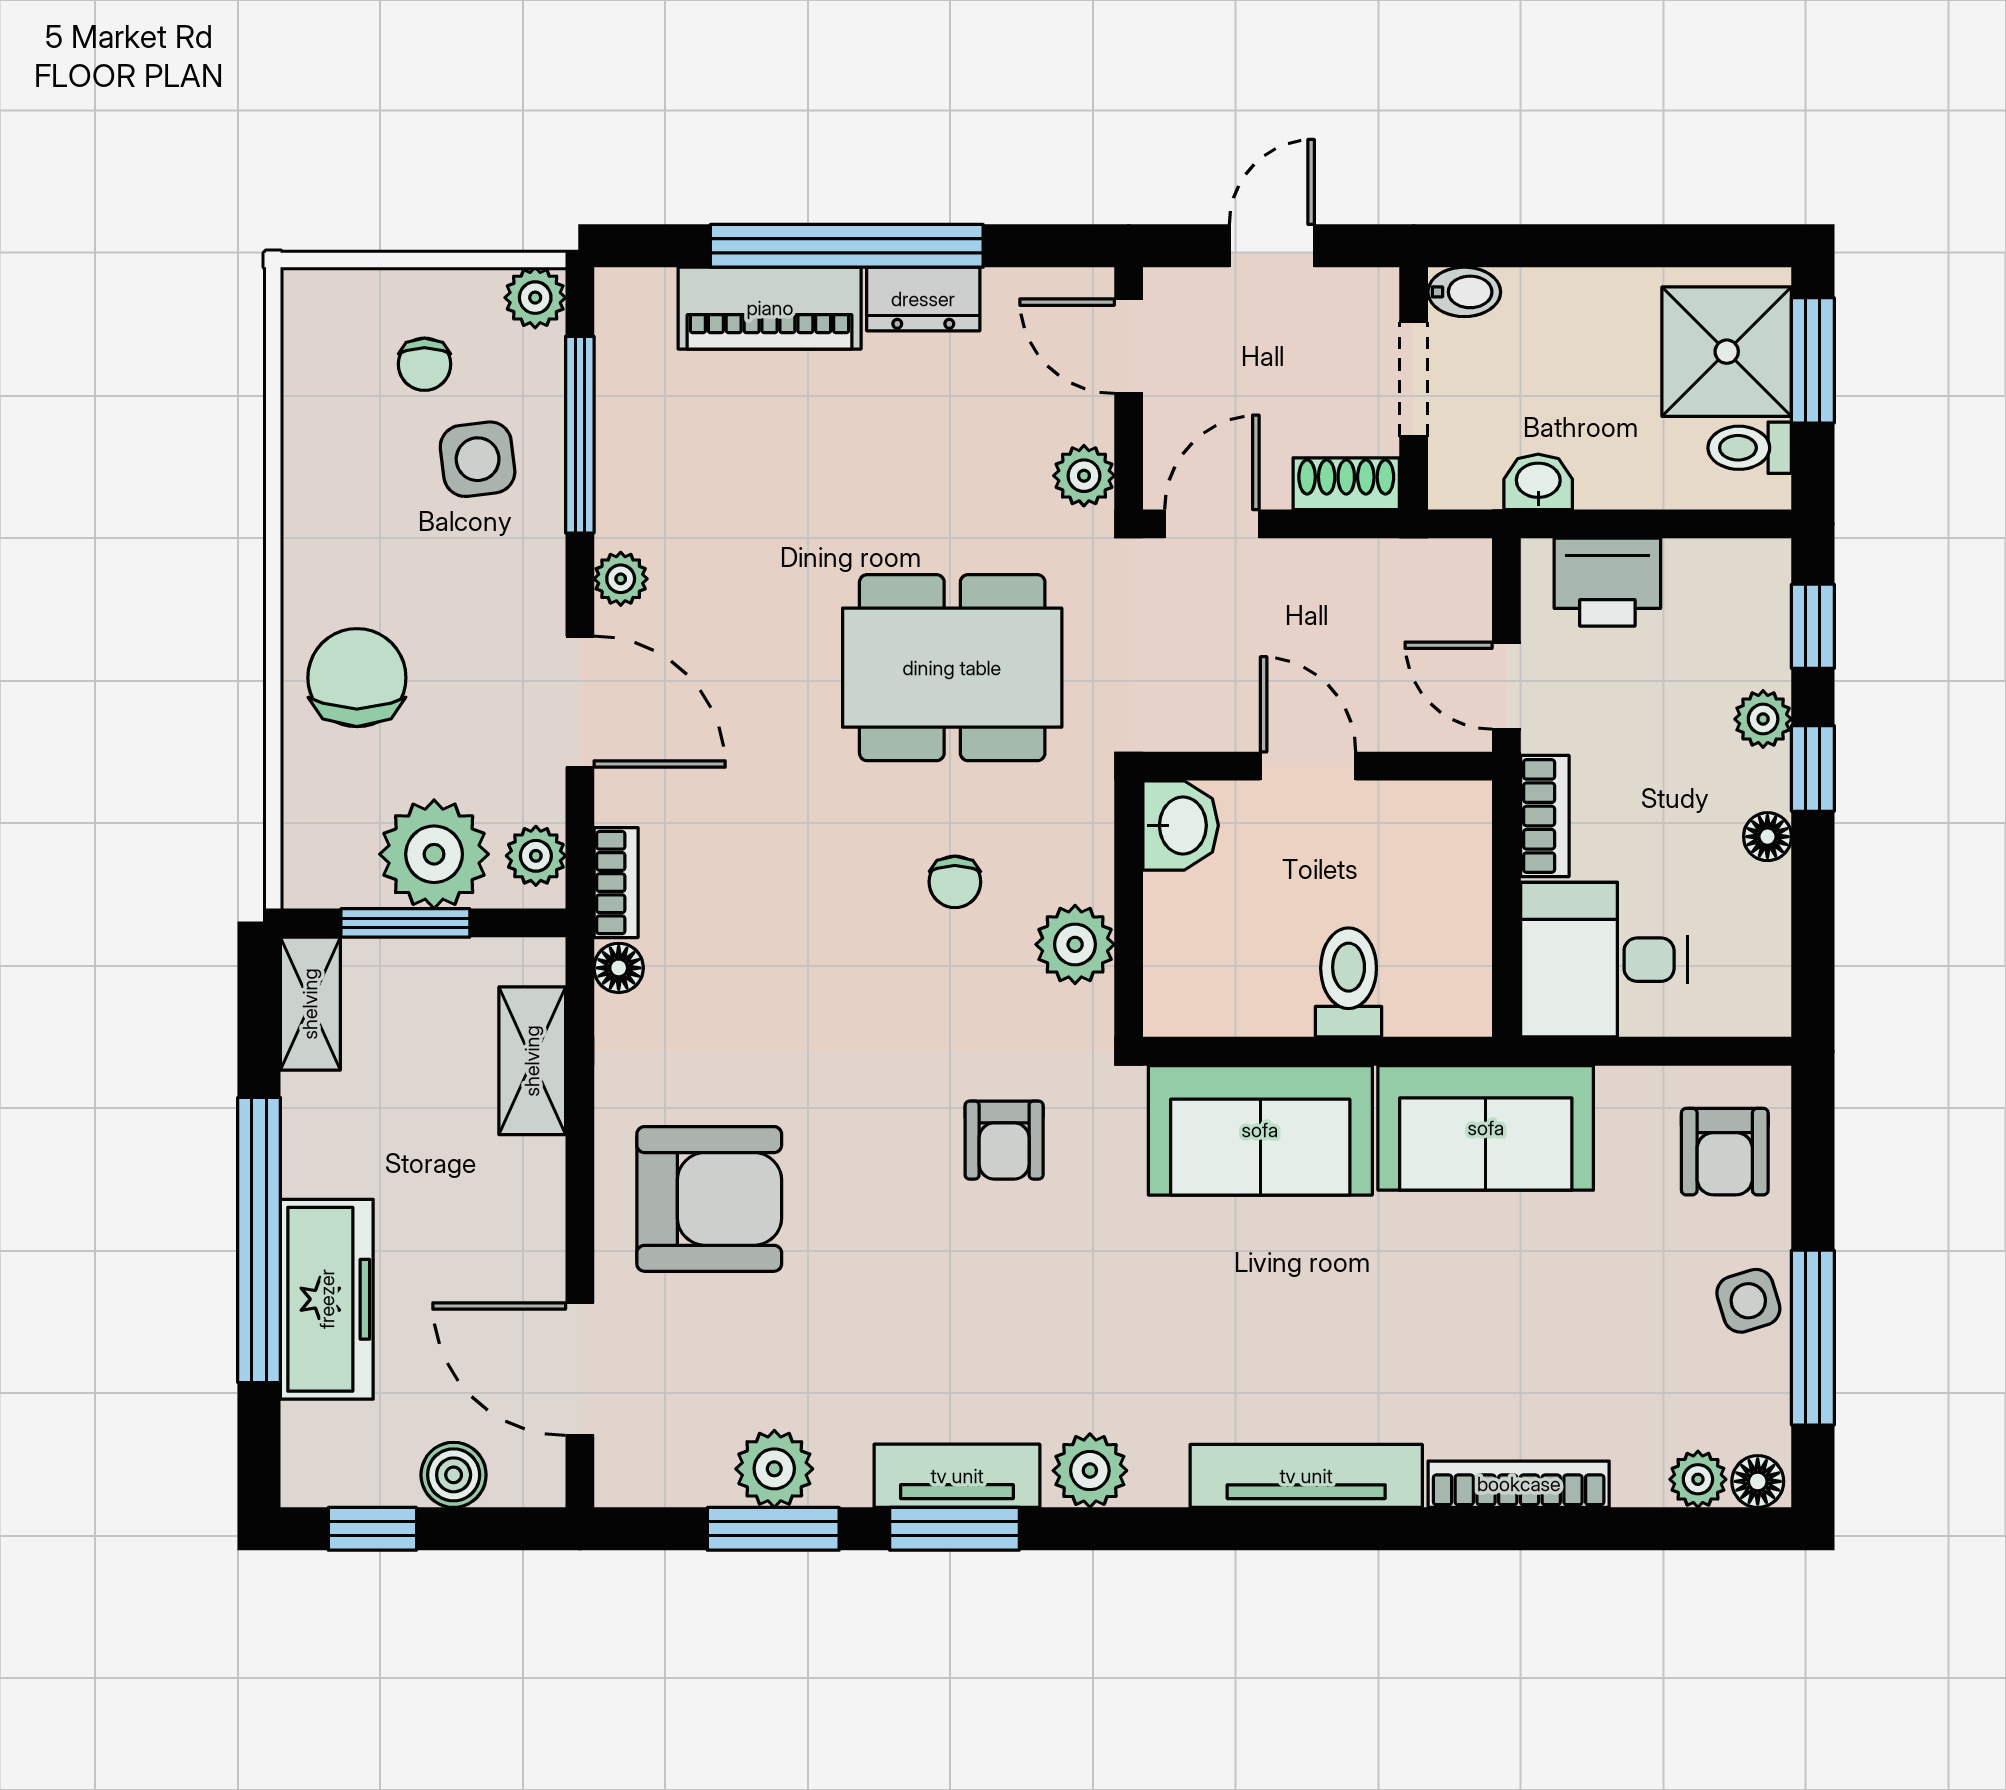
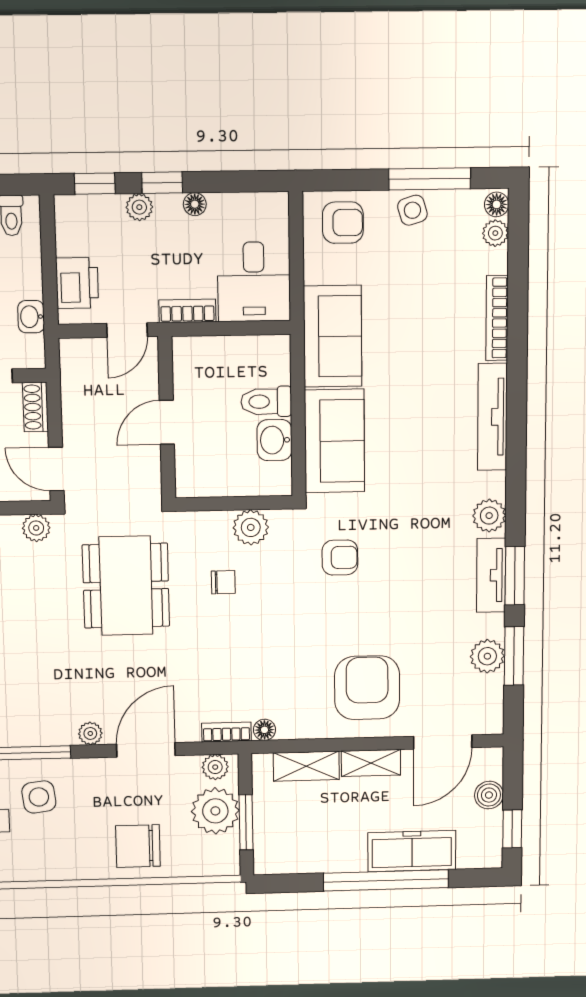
washbasin: (1181, 825) -> (275, 440), moved, turned -90
shelving: (310, 1004) -> (371, 763), moved

